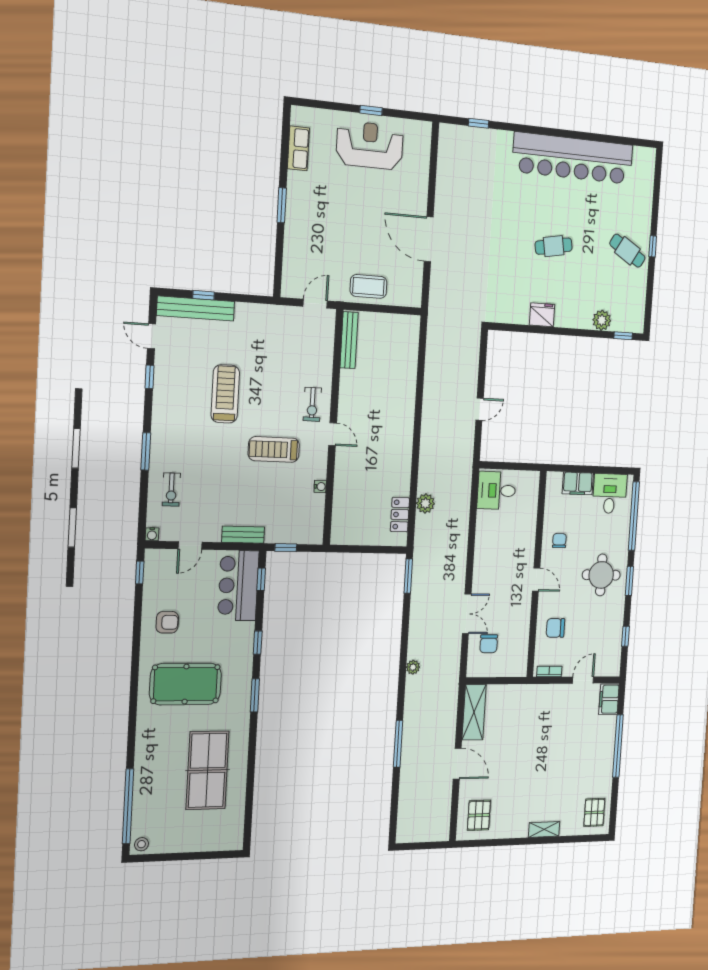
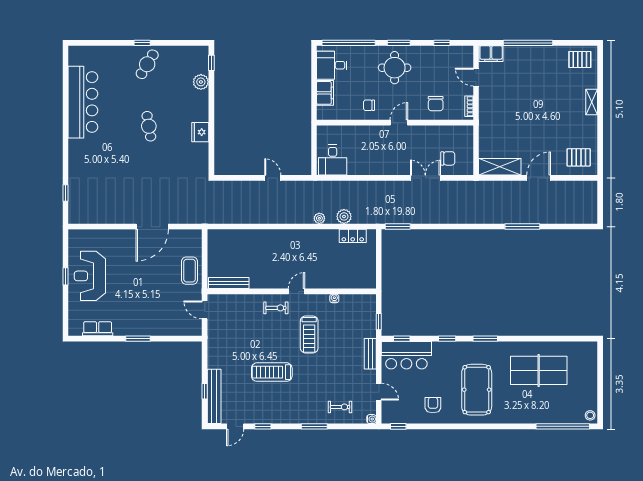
bar counter: (573, 158) -> (83, 102), width x0.73
plant: (413, 667) -> (319, 218), moved

